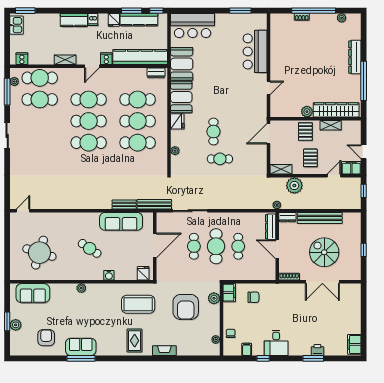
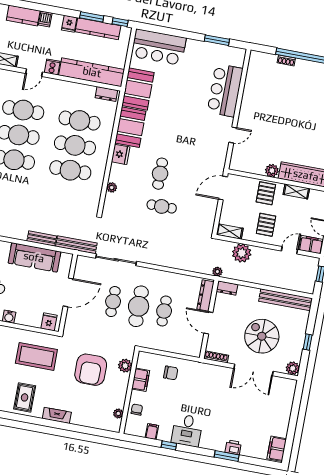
bench: (320, 218) -> (286, 300), moved
plant: (355, 274) -> (293, 368), added
filing cabinet: (229, 293) -> (141, 380), moved

